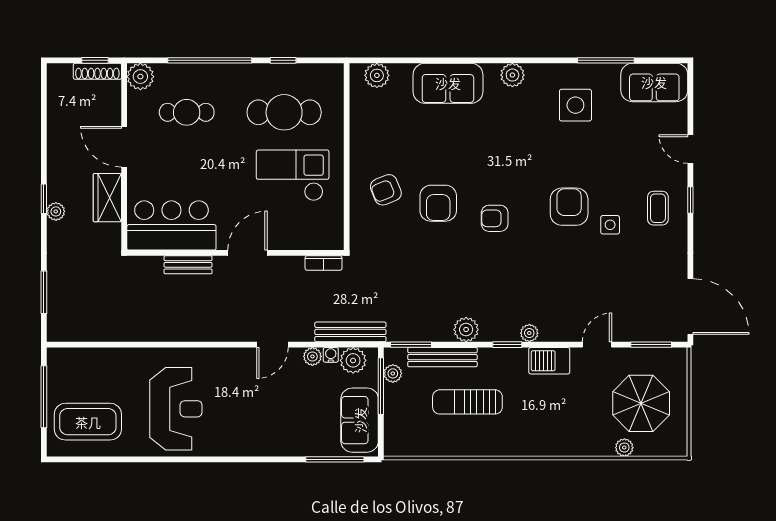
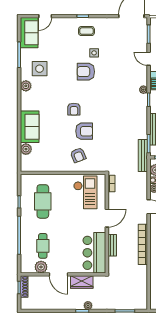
plant: (377, 75) -> (26, 149), moved
plant: (512, 75) -> (26, 86), moved
plant: (140, 77) -> (41, 267), moved
door: (124, 147) -> (59, 274), hinge flipped
door: (690, 149) -> (45, 16), moved
checkout: (293, 175) -> (85, 192), moved, turned 180
armchair: (495, 218) -> (74, 109), moved
door: (247, 253) -> (107, 218), swing flipped
plant: (466, 330) -> (142, 119), removed
bookcase: (190, 332) -> (143, 244), added
bench: (350, 332) -> (143, 156), moved

